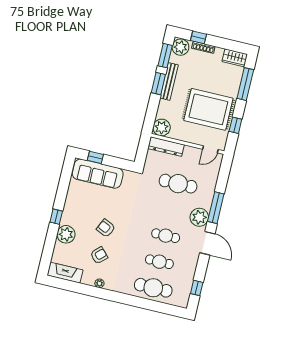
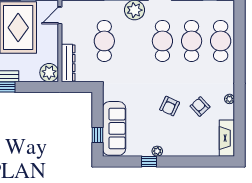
door: (210, 149) -> (60, 15), swing flipped
window: (56, 217) -> (149, 161), moved
plant: (66, 234) -> (157, 151), moved, width x0.53, depth x0.53
cafe table: (166, 236) -> (162, 41), width x1.37, depth x1.35
cafe table: (159, 262) -> (192, 41), width x1.37, depth x1.35

